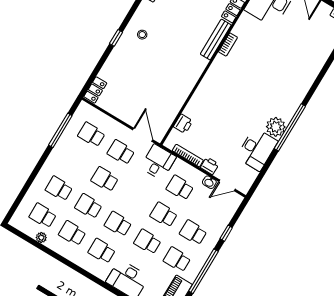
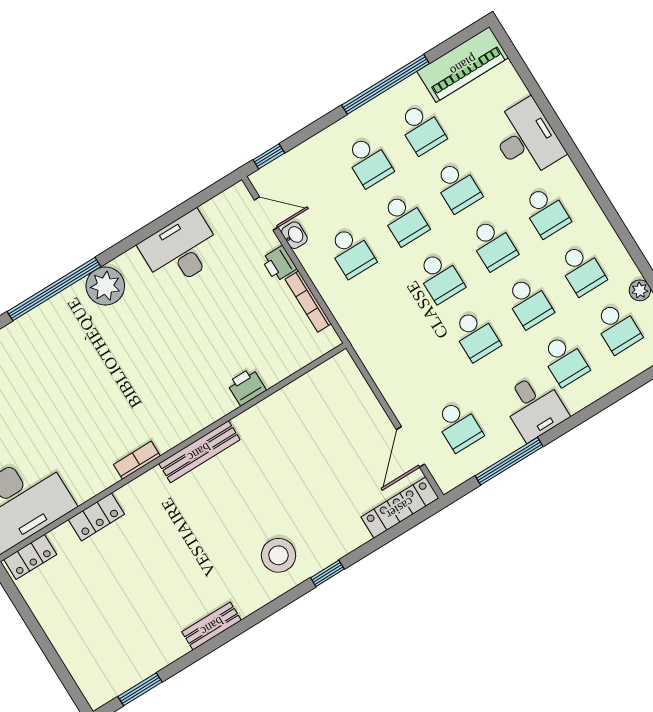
stool: (142, 35) -> (279, 555), width x1.89, depth x1.89
bench: (216, 40) -> (199, 452), moved
locker: (95, 90) -> (400, 508), width x1.53
printer: (183, 124) -> (246, 387), moved
plant: (276, 127) -> (105, 286), moved
window: (290, 127) -> (54, 289), moved
door: (143, 135) -> (410, 447), moved
school desk: (121, 152) -> (440, 277), moved
desk: (158, 162) -> (534, 407), moved, turned -90
window: (226, 233) -> (269, 156), moved

